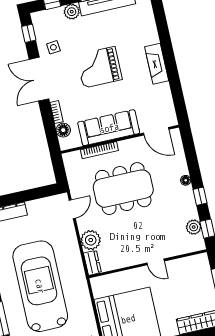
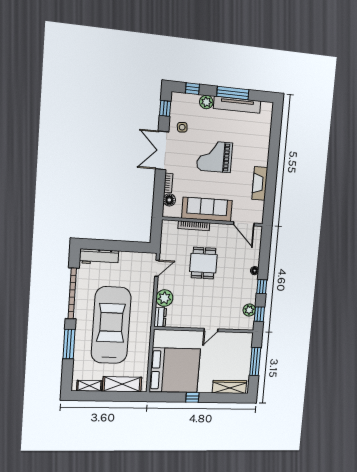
fireplace: (157, 64) -> (260, 183), moved
dining table: (123, 189) -> (203, 263), width x0.53, depth x0.80
door: (156, 262) -> (211, 330), hinge flipped

